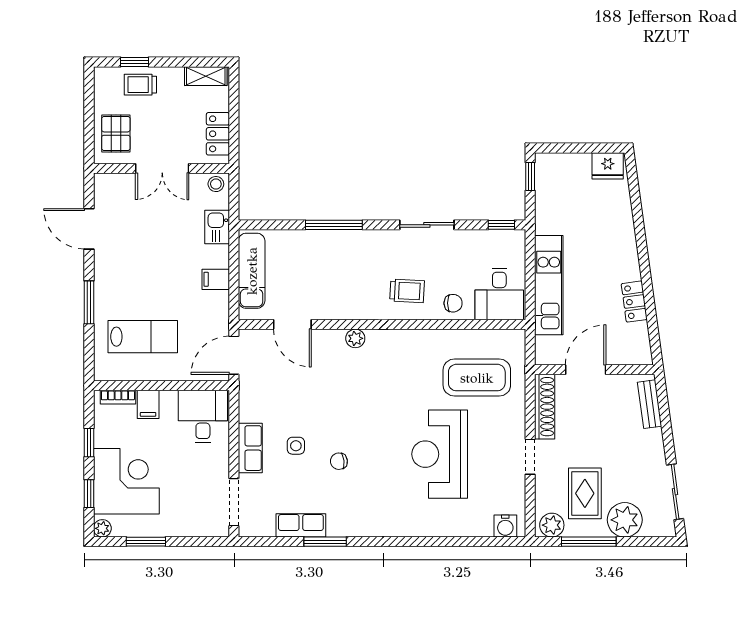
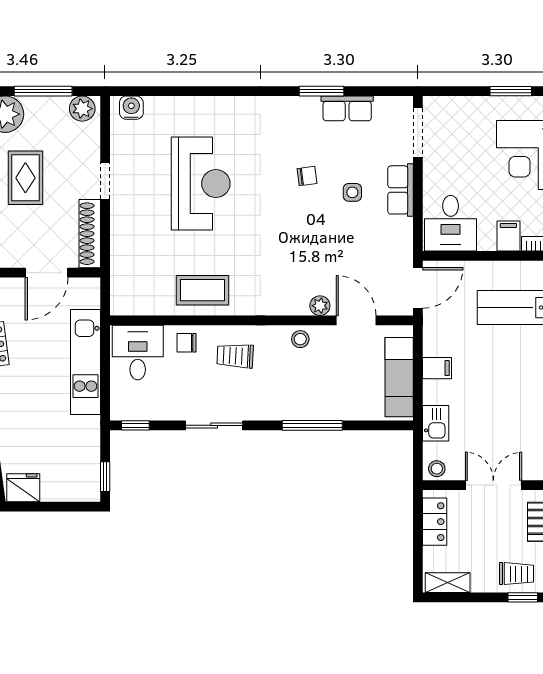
stool: (345, 307) -> (300, 339), added
plant: (355, 338) -> (320, 306), moved
coffee table: (477, 378) -> (202, 290), moved, width x0.73, depth x0.76
rug: (585, 493) -> (25, 178), moved

